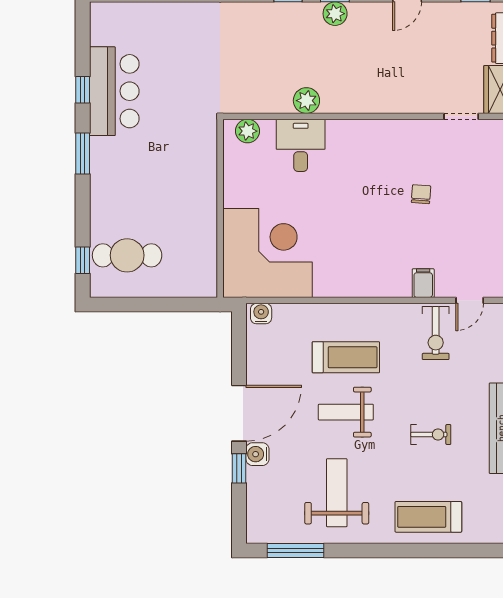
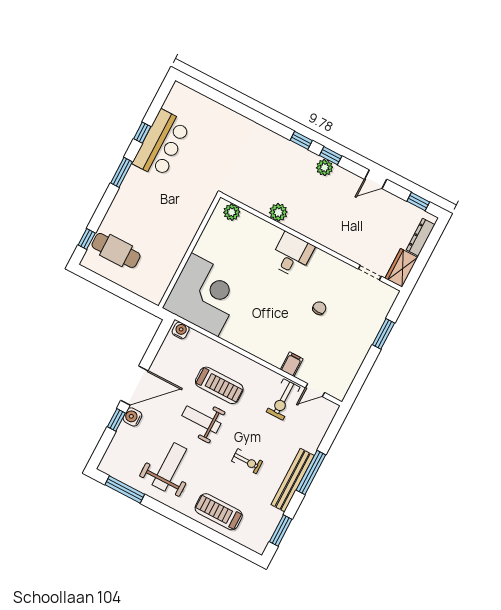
desk: (301, 145) -> (292, 255), moved

